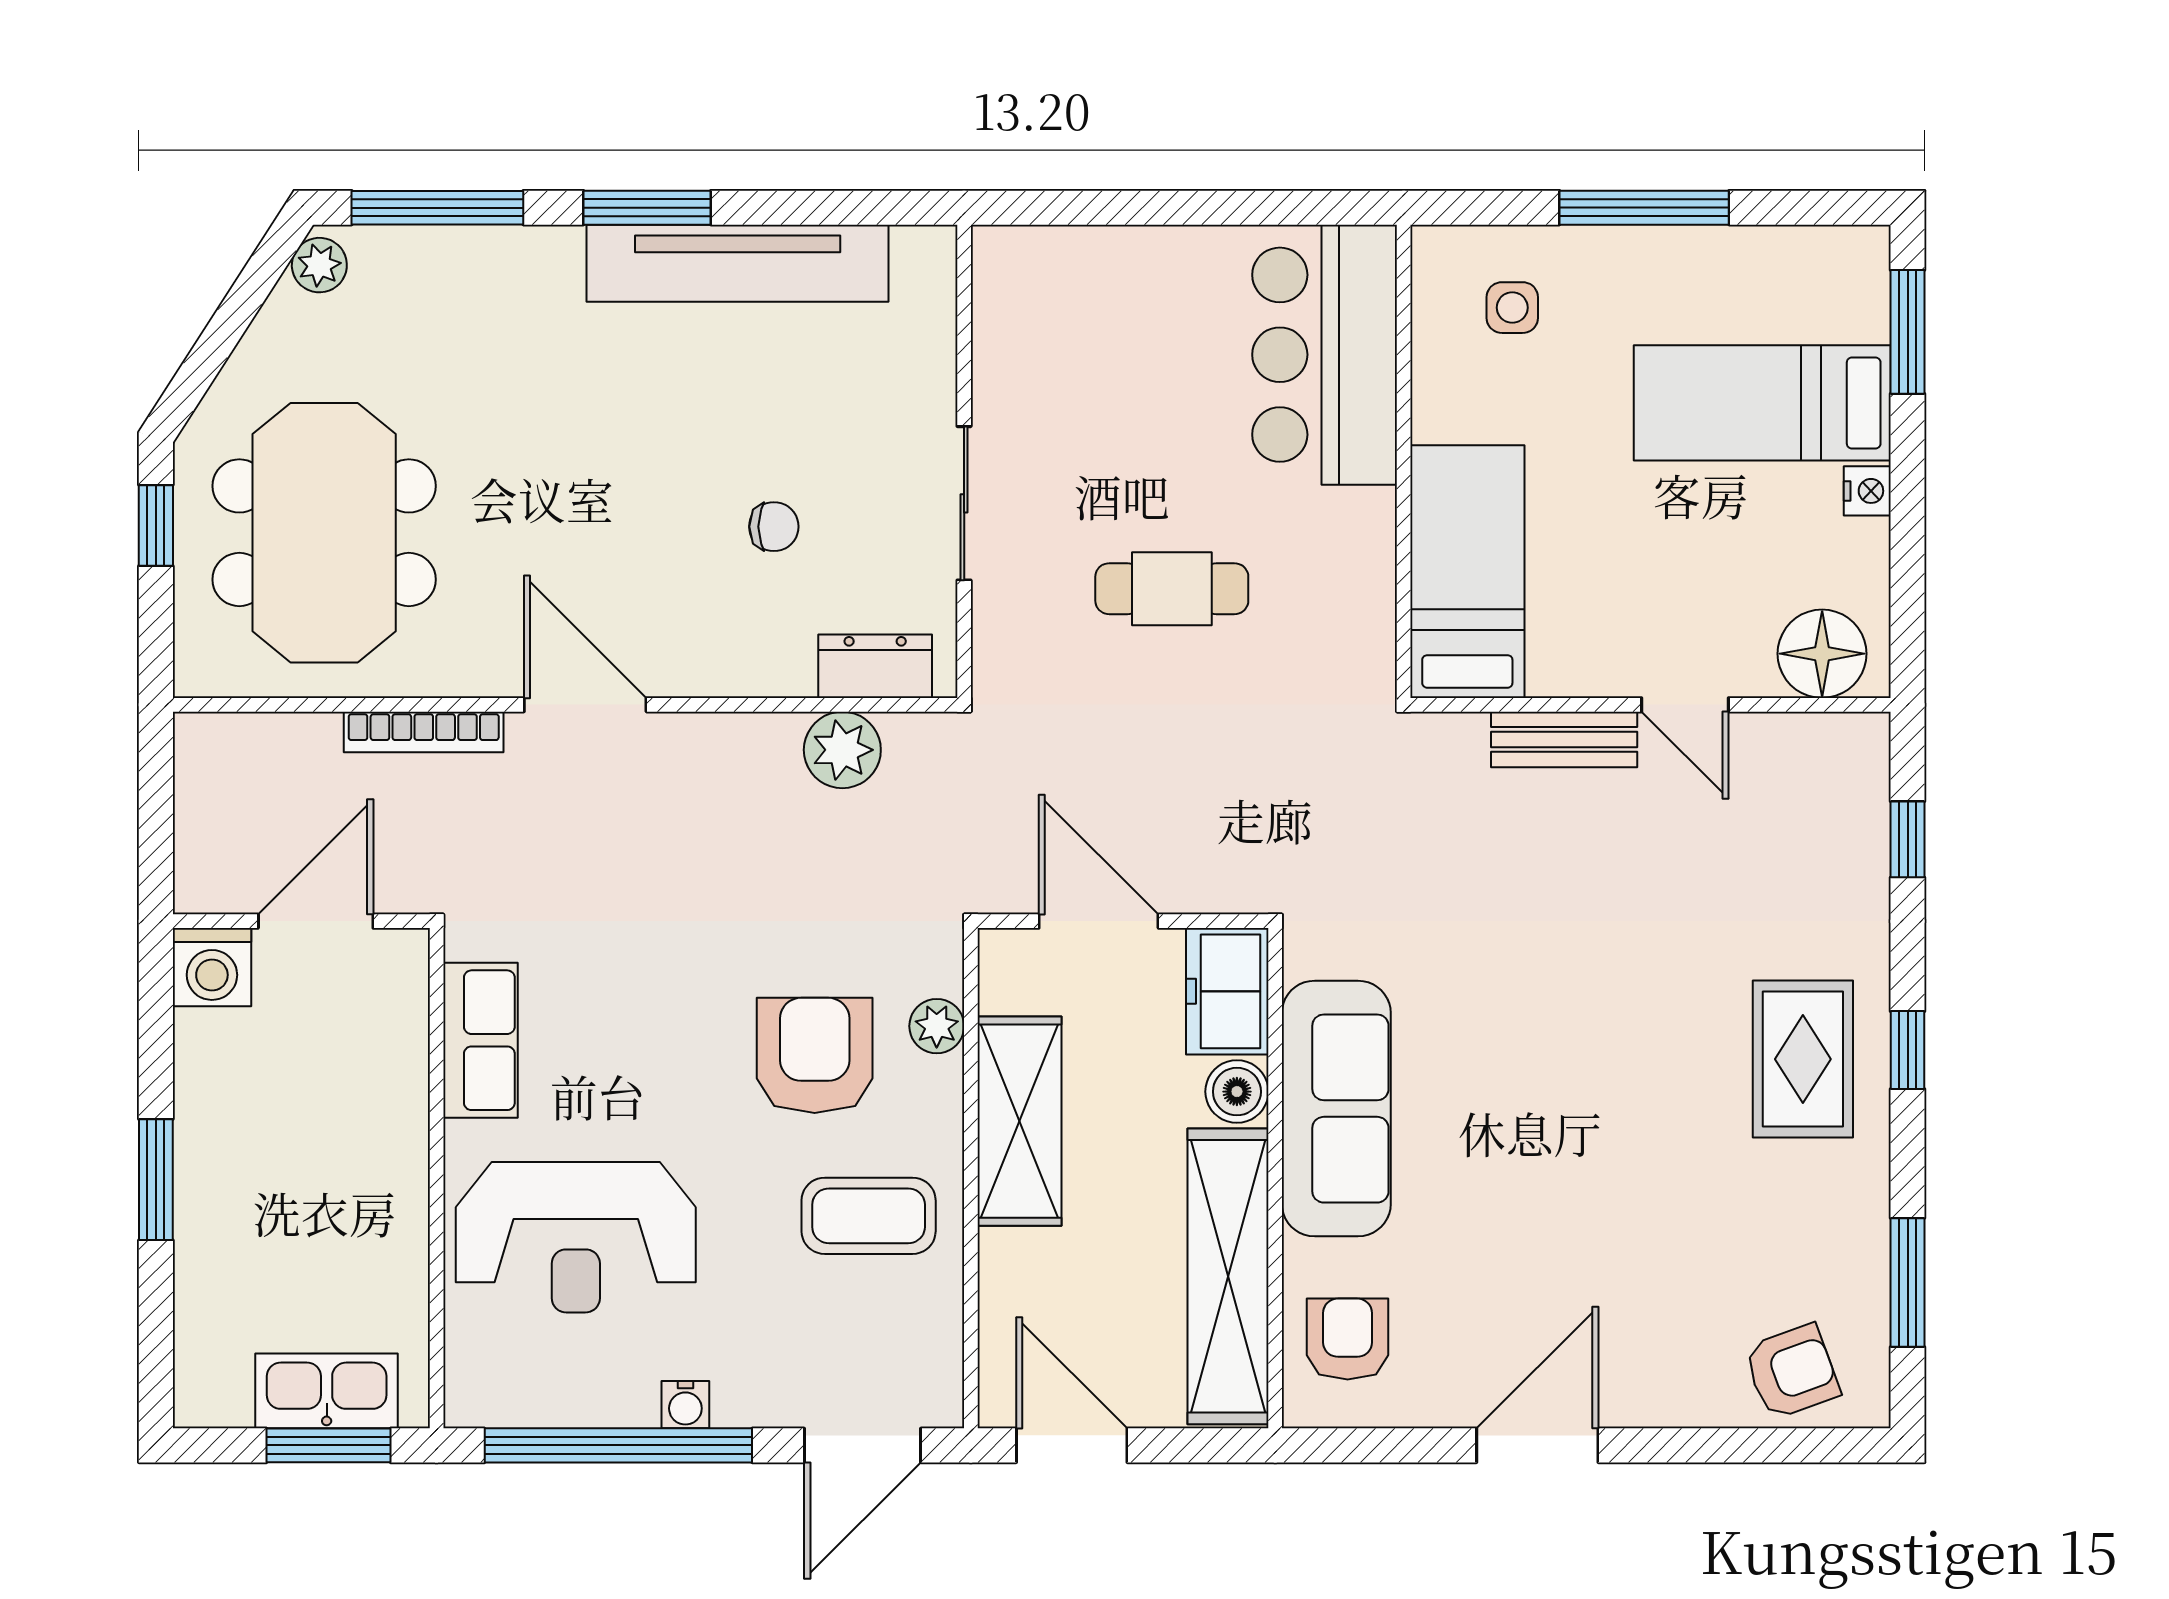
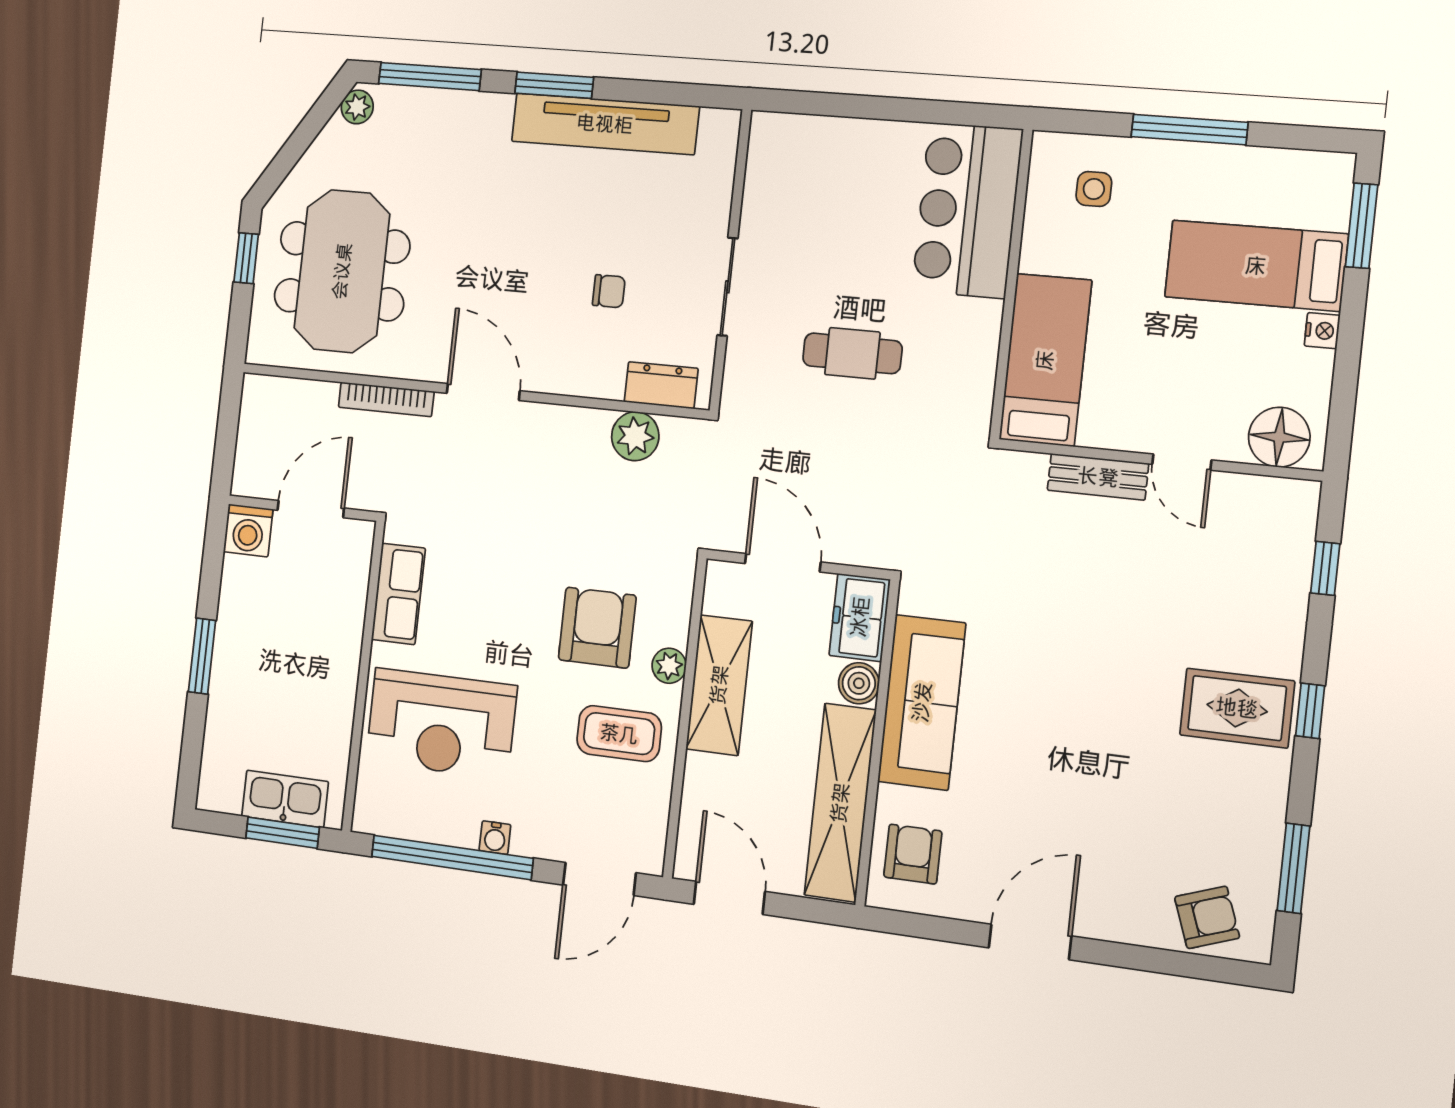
plant: (937, 1026) -> (669, 666), moved
rug: (1803, 1059) -> (1237, 708), turned 90

